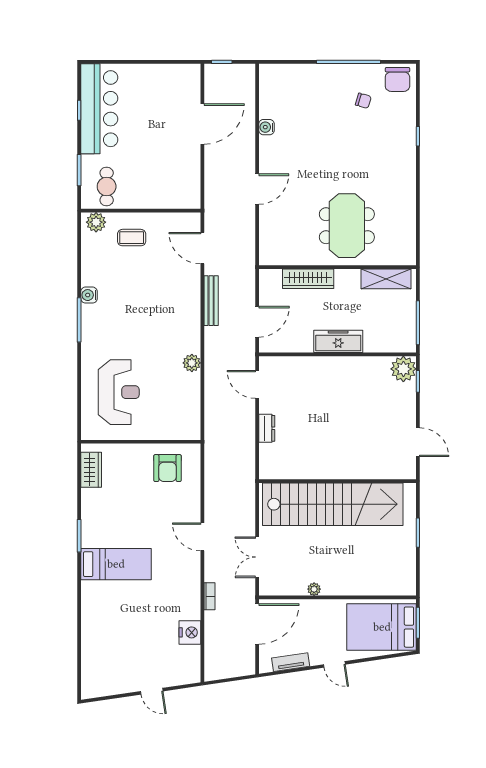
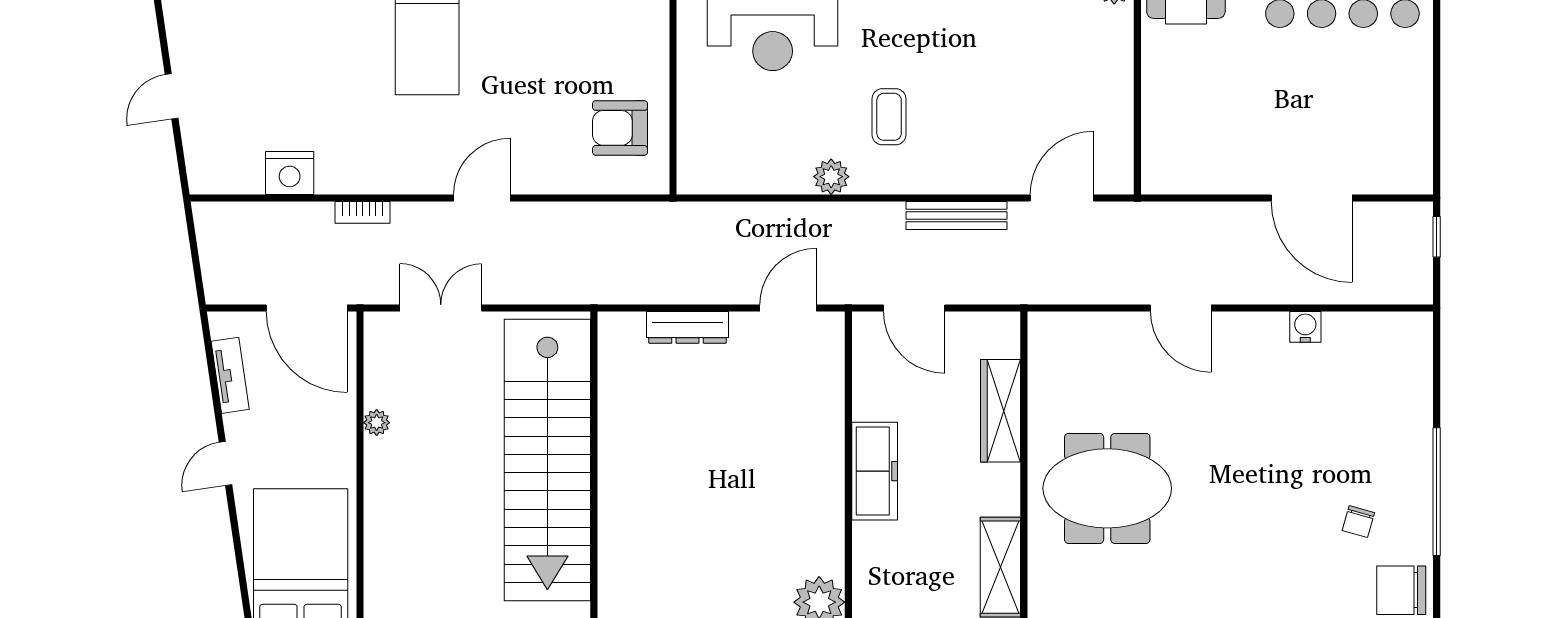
coffee table: (132, 238) -> (889, 117), moved
dresser: (267, 428) -> (688, 327), width x1.44

